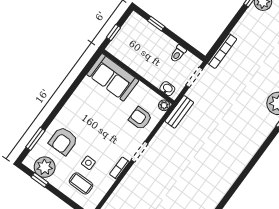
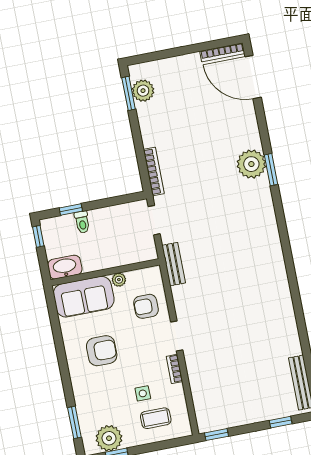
window: (113, 32) -> (38, 236), moved
toilet: (178, 54) -> (82, 222), moved
washbasin: (167, 89) -> (65, 267), moved, width x1.91, depth x1.45
plant: (164, 105) -> (119, 280), moved
armchair: (63, 141) -> (102, 351), moved, turned -90

